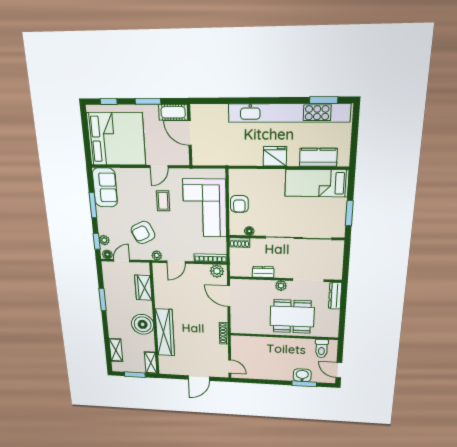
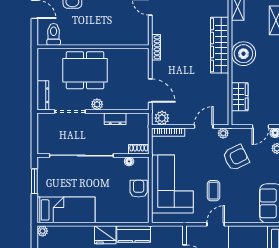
kitchen counter: (318, 157) -> (134, 234), moved
plant: (344, 161) -> (43, 231), added

